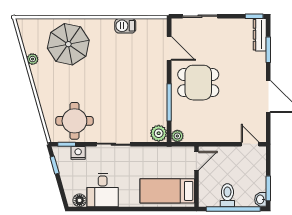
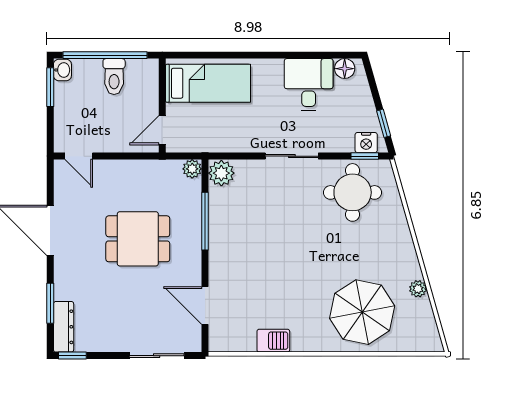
dining table: (198, 83) -> (138, 239), moved
nightstand: (78, 153) -> (366, 143), moved

